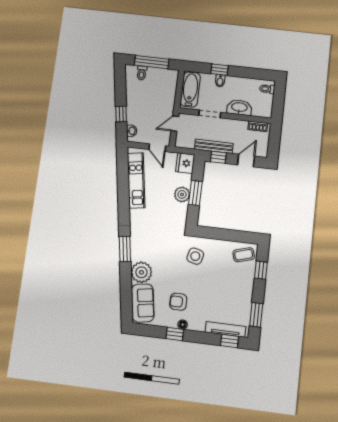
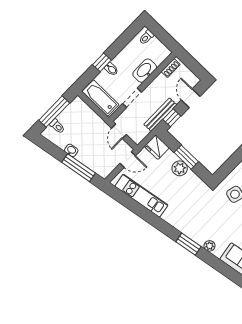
window: (121, 114) -> (79, 168), width x2.17
washbasin: (132, 131) -> (71, 150), moved
plant: (141, 272) -> (210, 246), width x0.53, depth x0.53

